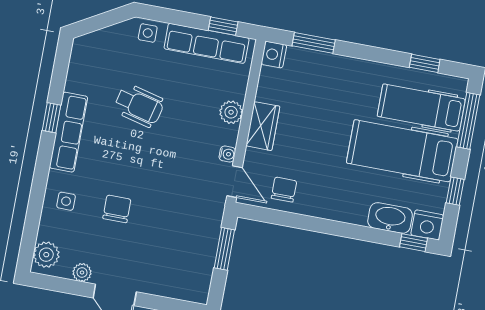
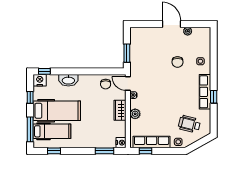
wheelchair: (139, 105) -> (189, 124), moved
washbasin: (390, 218) -> (68, 80), moved
plant: (46, 255) -> (205, 36), removed

